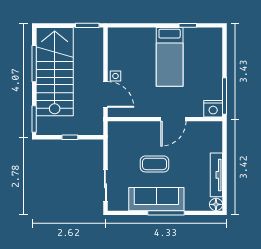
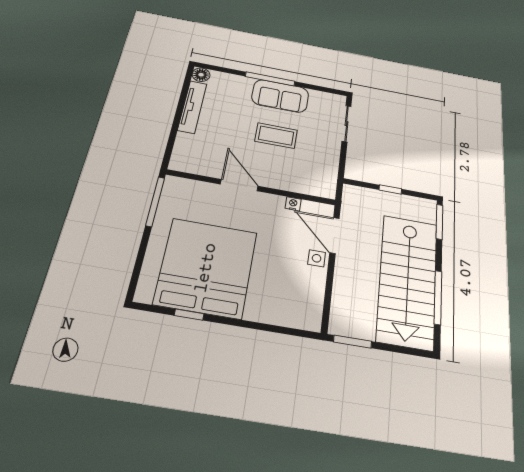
bed: (170, 57) -> (206, 268), width x2.04
nightstand: (213, 109) -> (293, 204), moved, width x0.53, depth x0.56
door: (173, 119) -> (239, 185), hinge flipped
sofa: (156, 199) -> (280, 96), width x0.73

